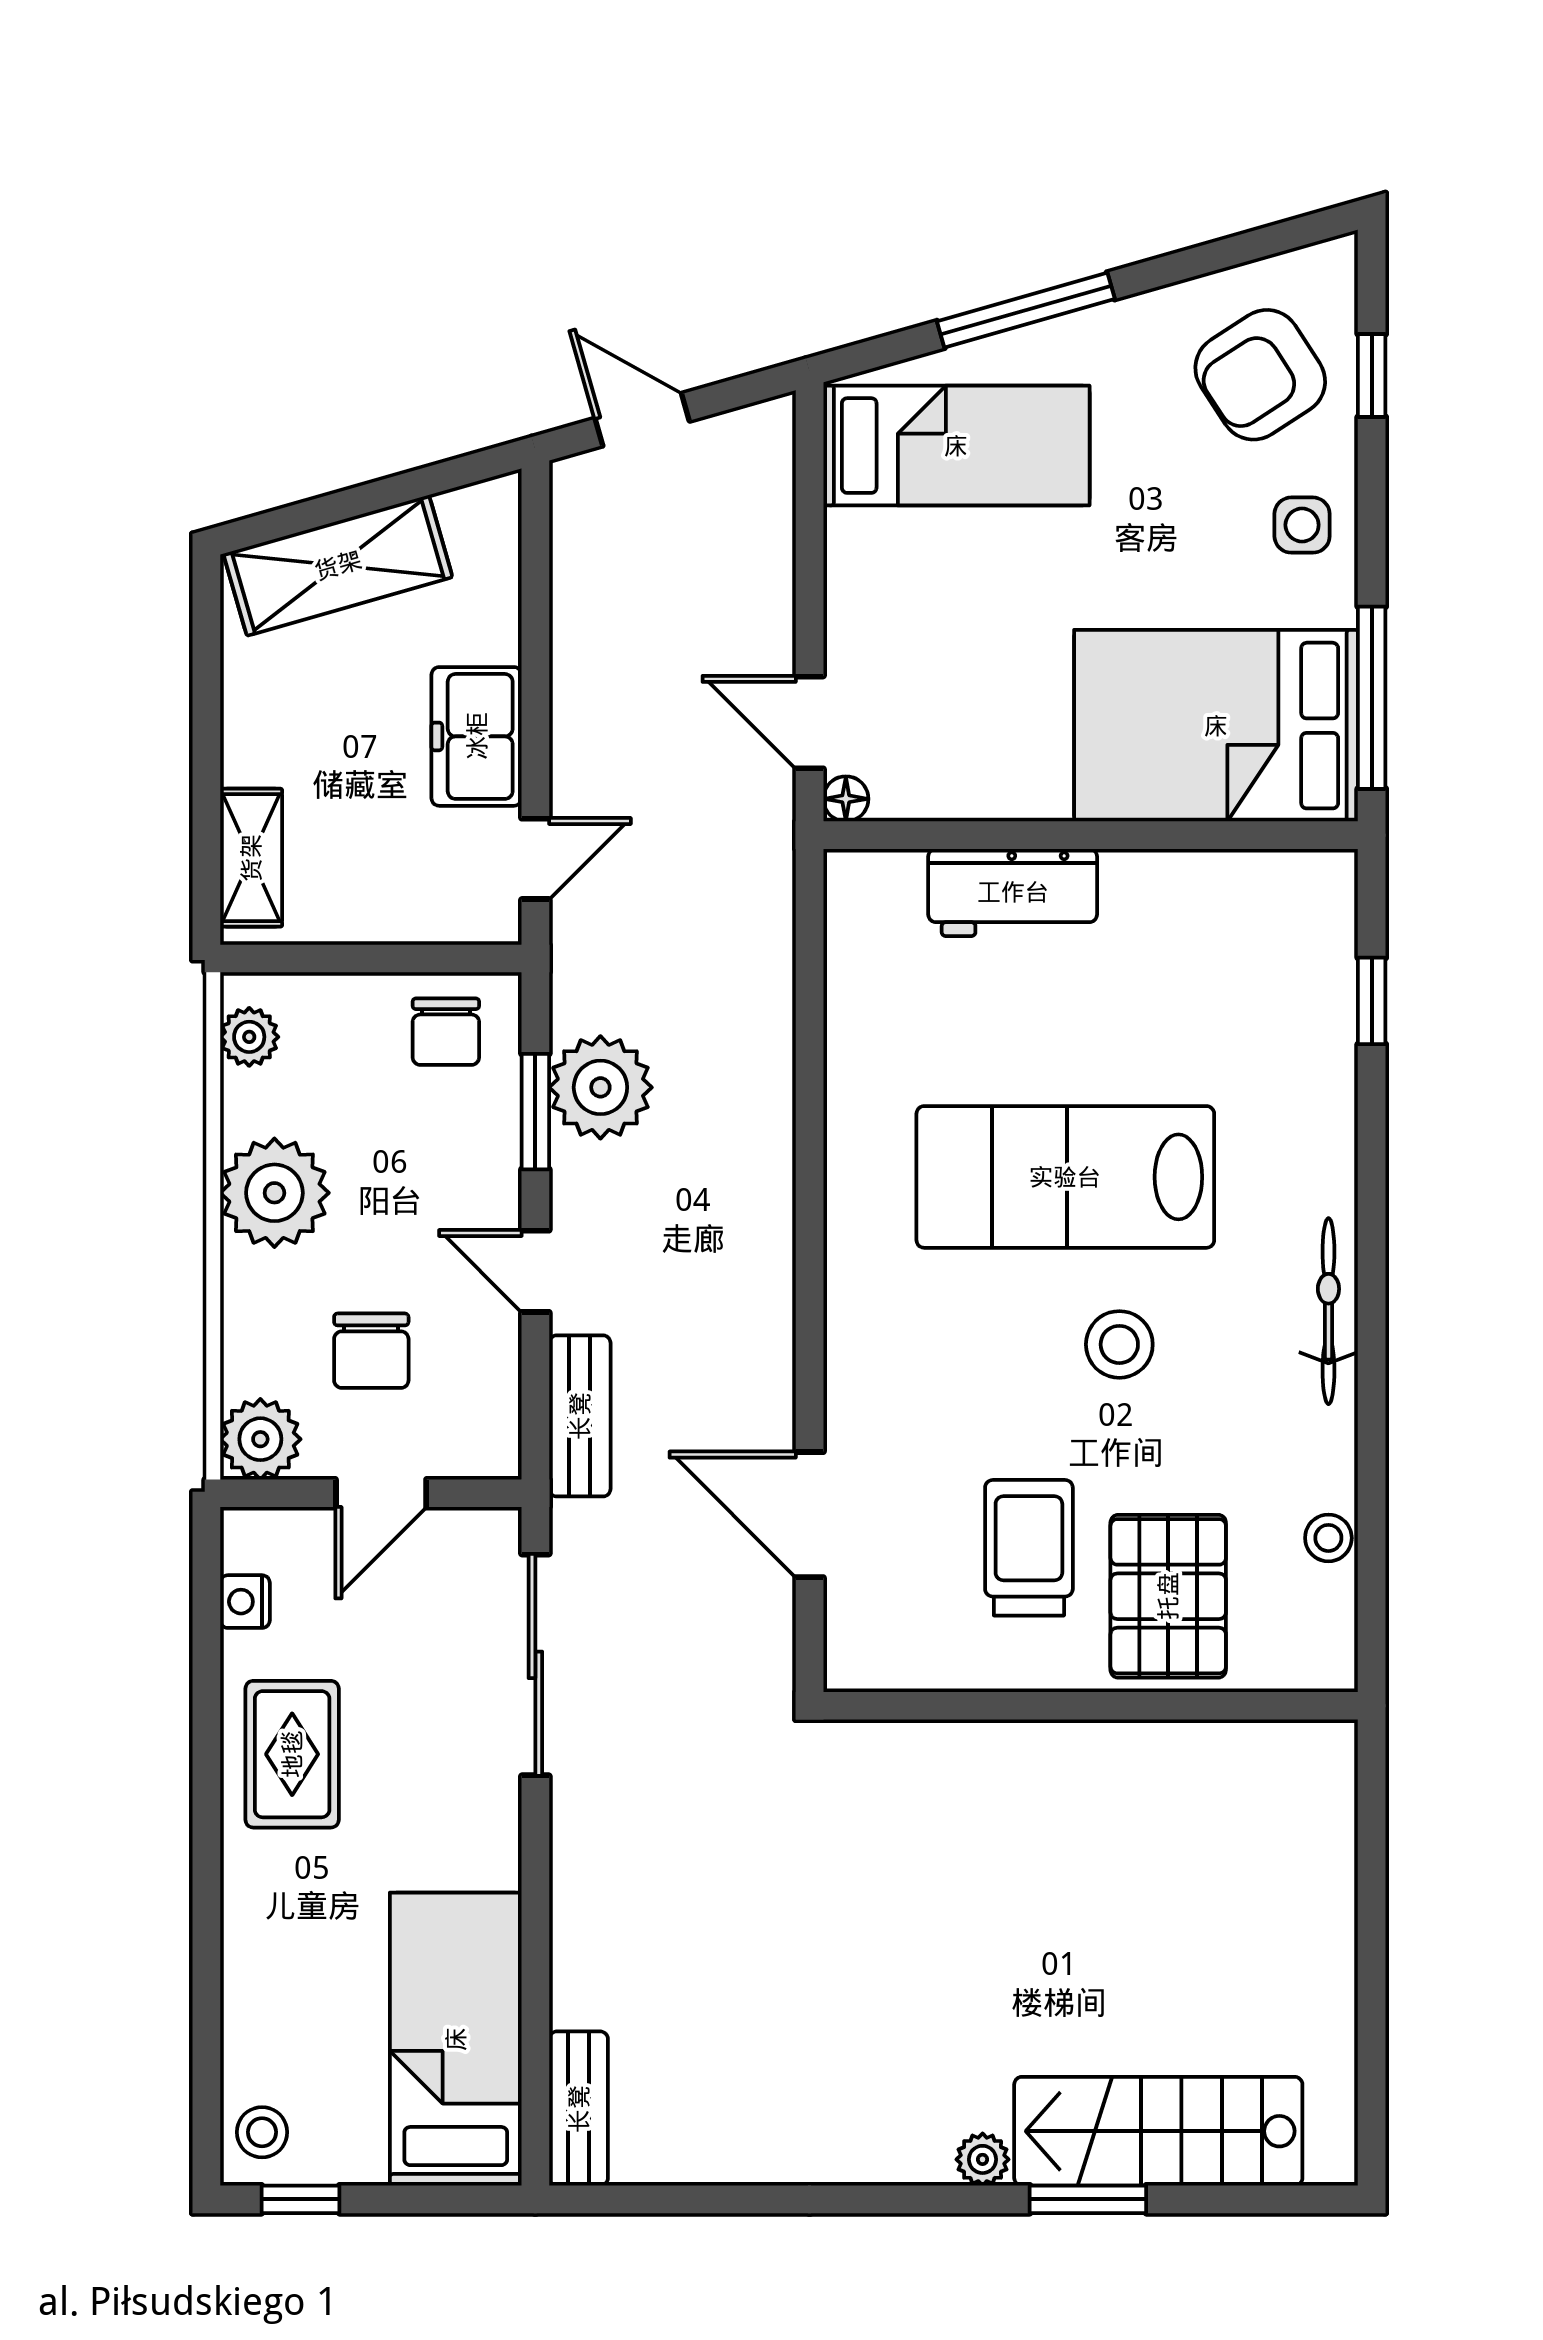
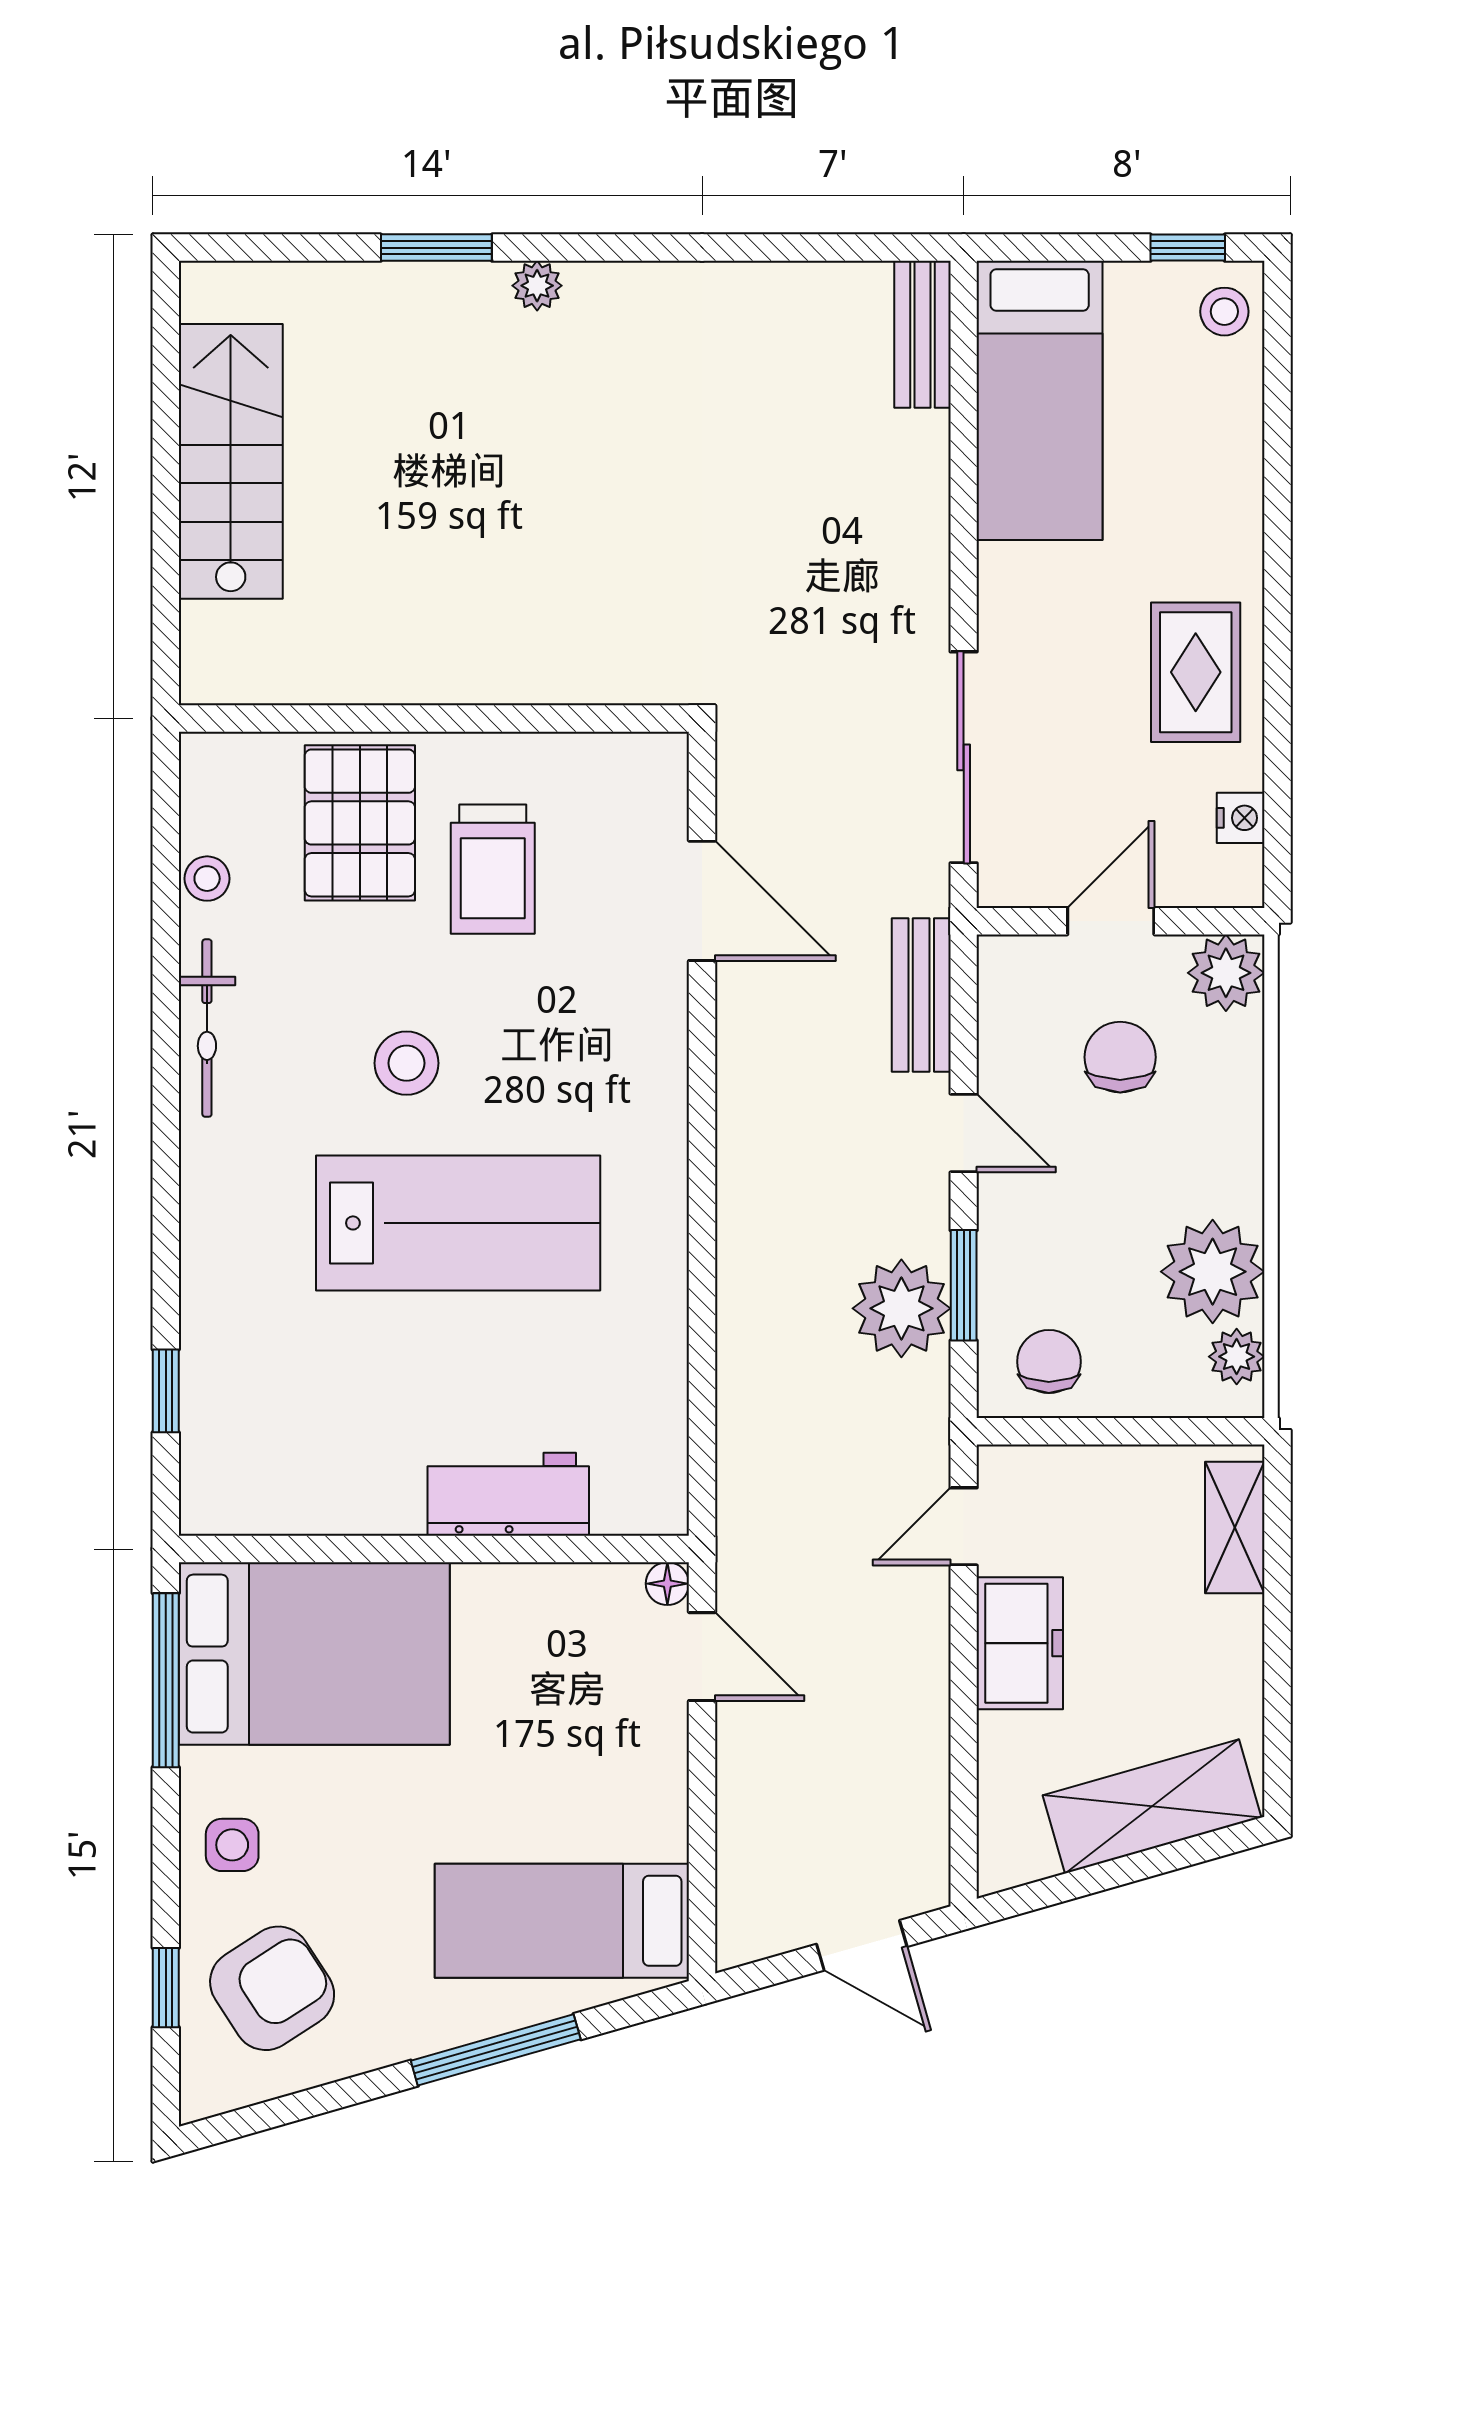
plant: (274, 1193) -> (1213, 1272), moved
bicycle: (1328, 1311) -> (207, 1028), moved
stairs: (1158, 2131) -> (231, 461), moved, turned -90

